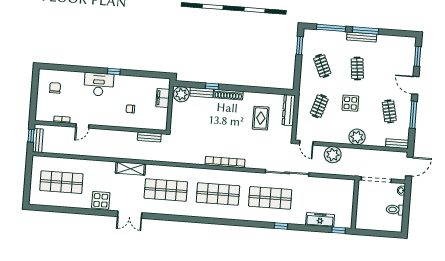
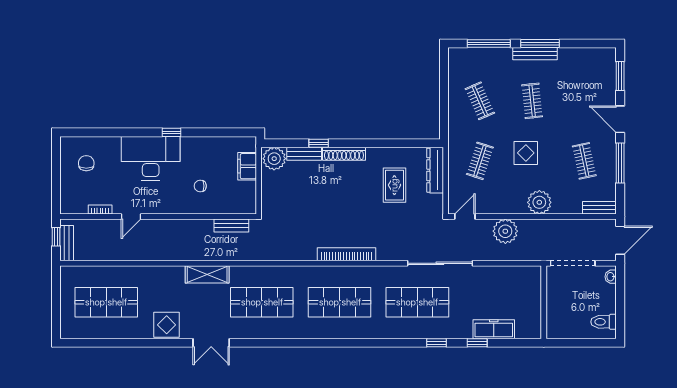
window: (300, 46) -> (444, 73), removed
desk: (99, 84) -> (151, 158), width x1.36, depth x1.30
door: (306, 143) -> (465, 217), swing flipped
toilet: (395, 210) -> (604, 322), moved
window: (339, 230) -> (477, 343), moved

